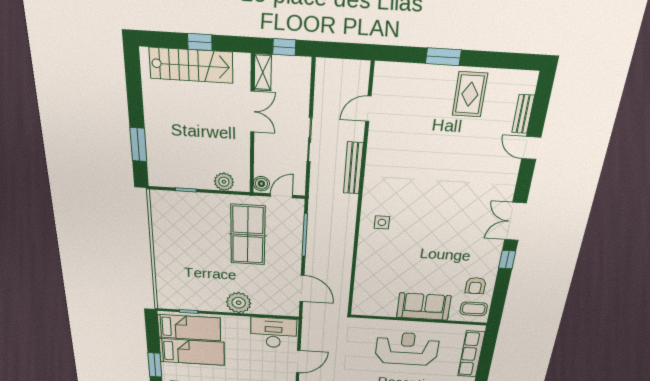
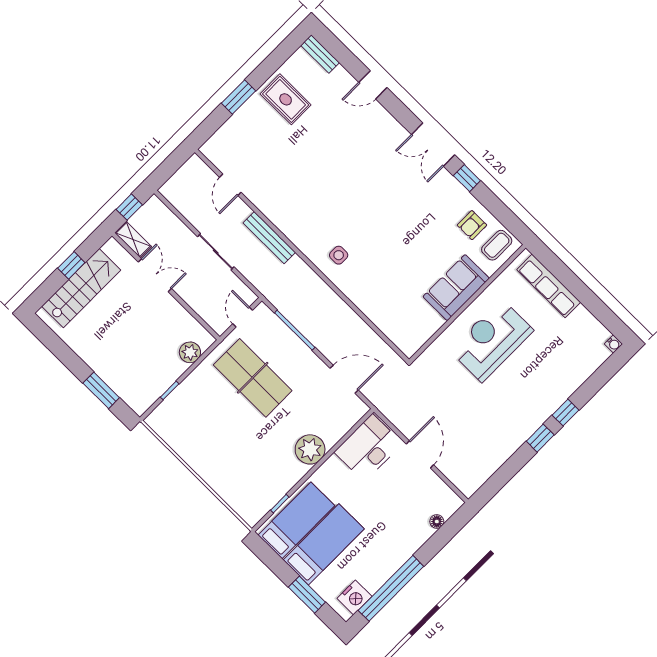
bench: (523, 114) -> (320, 54), moved
boiler: (261, 184) -> (218, 323), removed
armchair: (475, 286) -> (472, 225), turned 90

